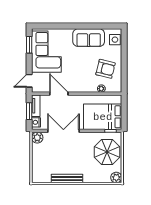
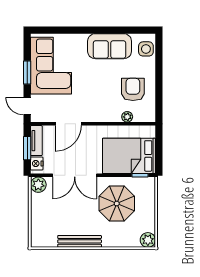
window: (29, 45) -> (27, 72), moved
armchair: (106, 69) -> (133, 89), turned -104
door: (29, 81) -> (27, 106), hinge flipped
door: (59, 94) -> (68, 124), swing flipped
double door: (63, 131) -> (75, 175), swing flipped
parasol: (107, 152) -> (117, 204), moved

